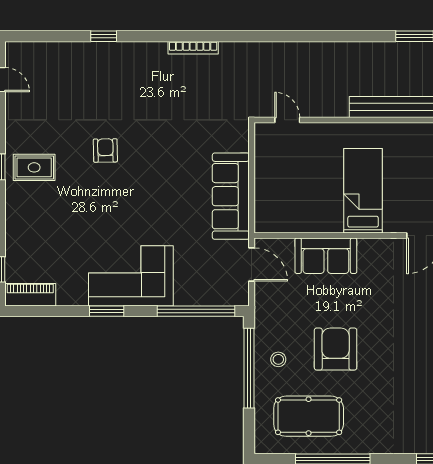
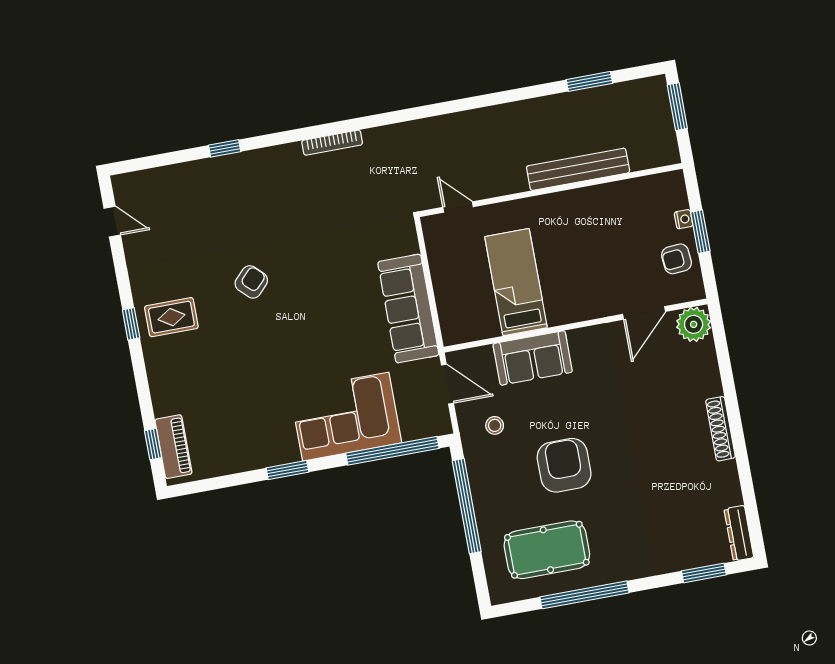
armchair: (105, 150) -> (251, 282), turned 45
bed: (363, 191) -> (516, 282), moved
corner sofa: (131, 276) -> (346, 417), moved
piano: (30, 295) -> (173, 447), moved, turned 90
stool: (278, 359) -> (495, 425), moved

